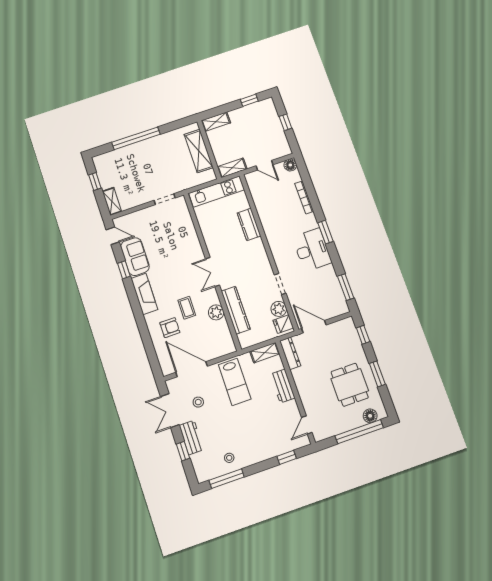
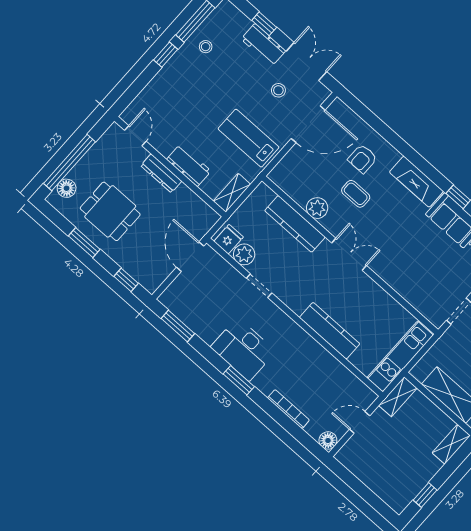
window: (285, 122) -> (364, 492), removed
kitchen counter: (249, 224) -> (330, 331), width x1.50
door: (314, 327) -> (190, 257), swing flipped
dresser: (290, 353) -> (161, 173), moved
window: (287, 457) -> (166, 55), moved

